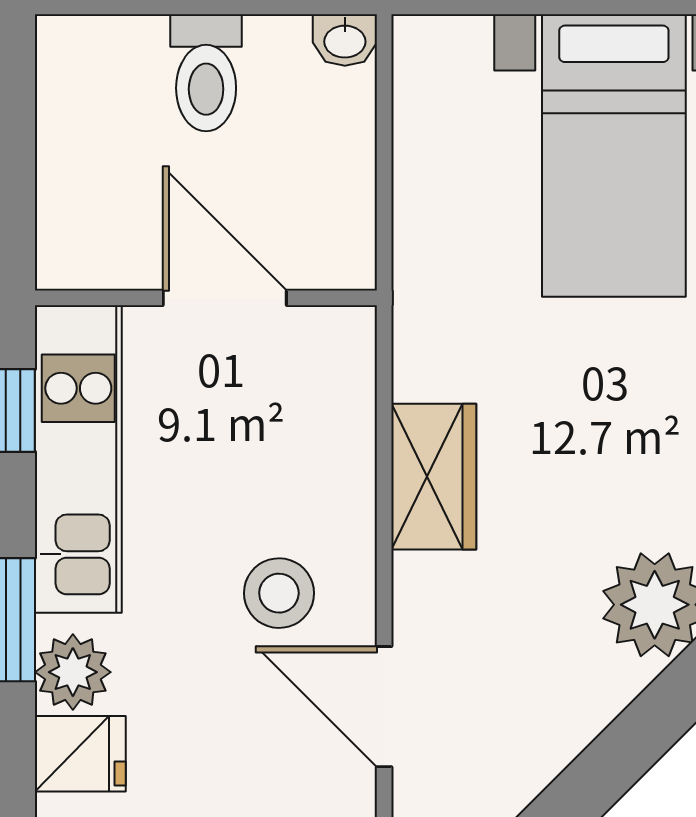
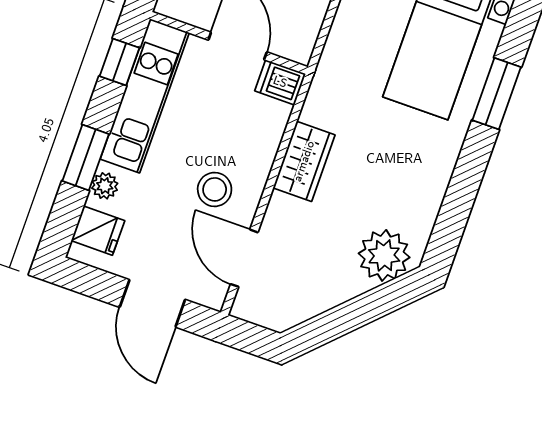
dishwasher: (333, 339) -> (280, 82), added
plant: (73, 672) -> (105, 186), width x0.73, depth x0.73

